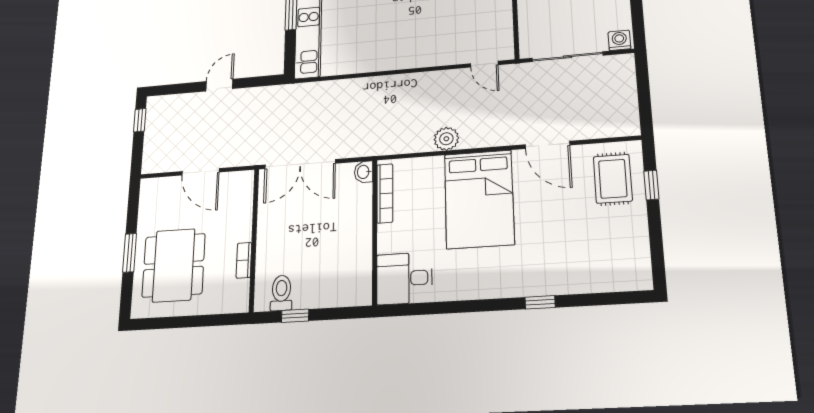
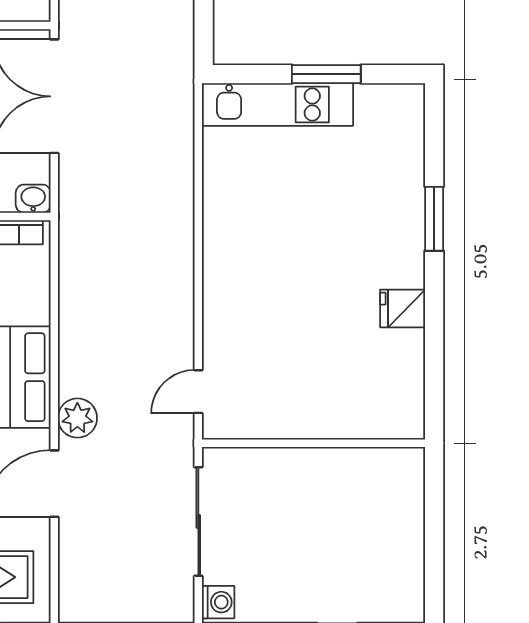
plant: (446, 139) -> (77, 418), moved

